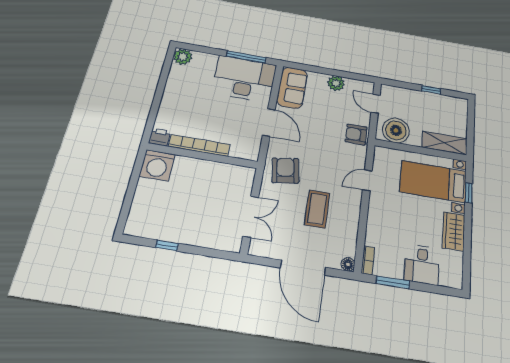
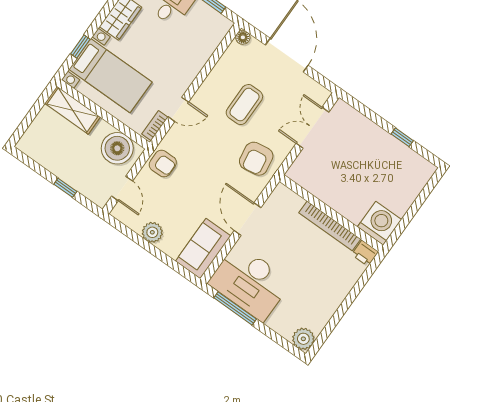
window: (431, 90) -> (65, 188), moved
bookcase: (368, 260) -> (155, 126), moved

